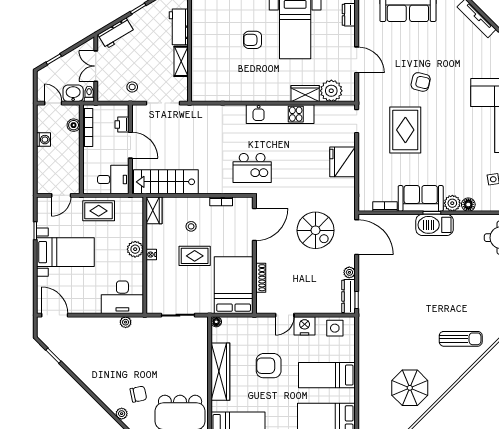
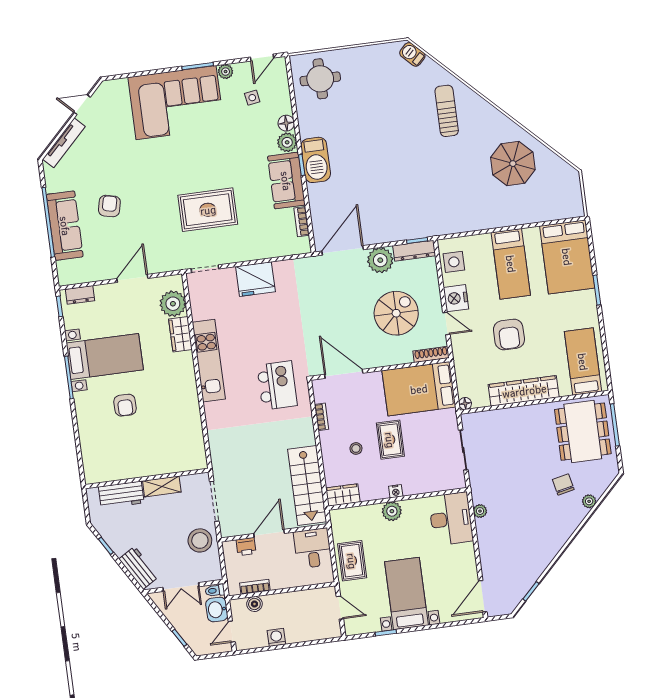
armchair: (421, 82) -> (109, 206), moved
stool: (132, 87) -> (200, 540), width x1.89, depth x1.89
bookcase: (88, 127) -> (255, 587), width x0.64
spiral stairs: (316, 230) -> (396, 313), moved
plant: (349, 272) -> (380, 260), width x1.88, depth x1.88
shoe rack: (261, 278) -> (431, 354), moved

